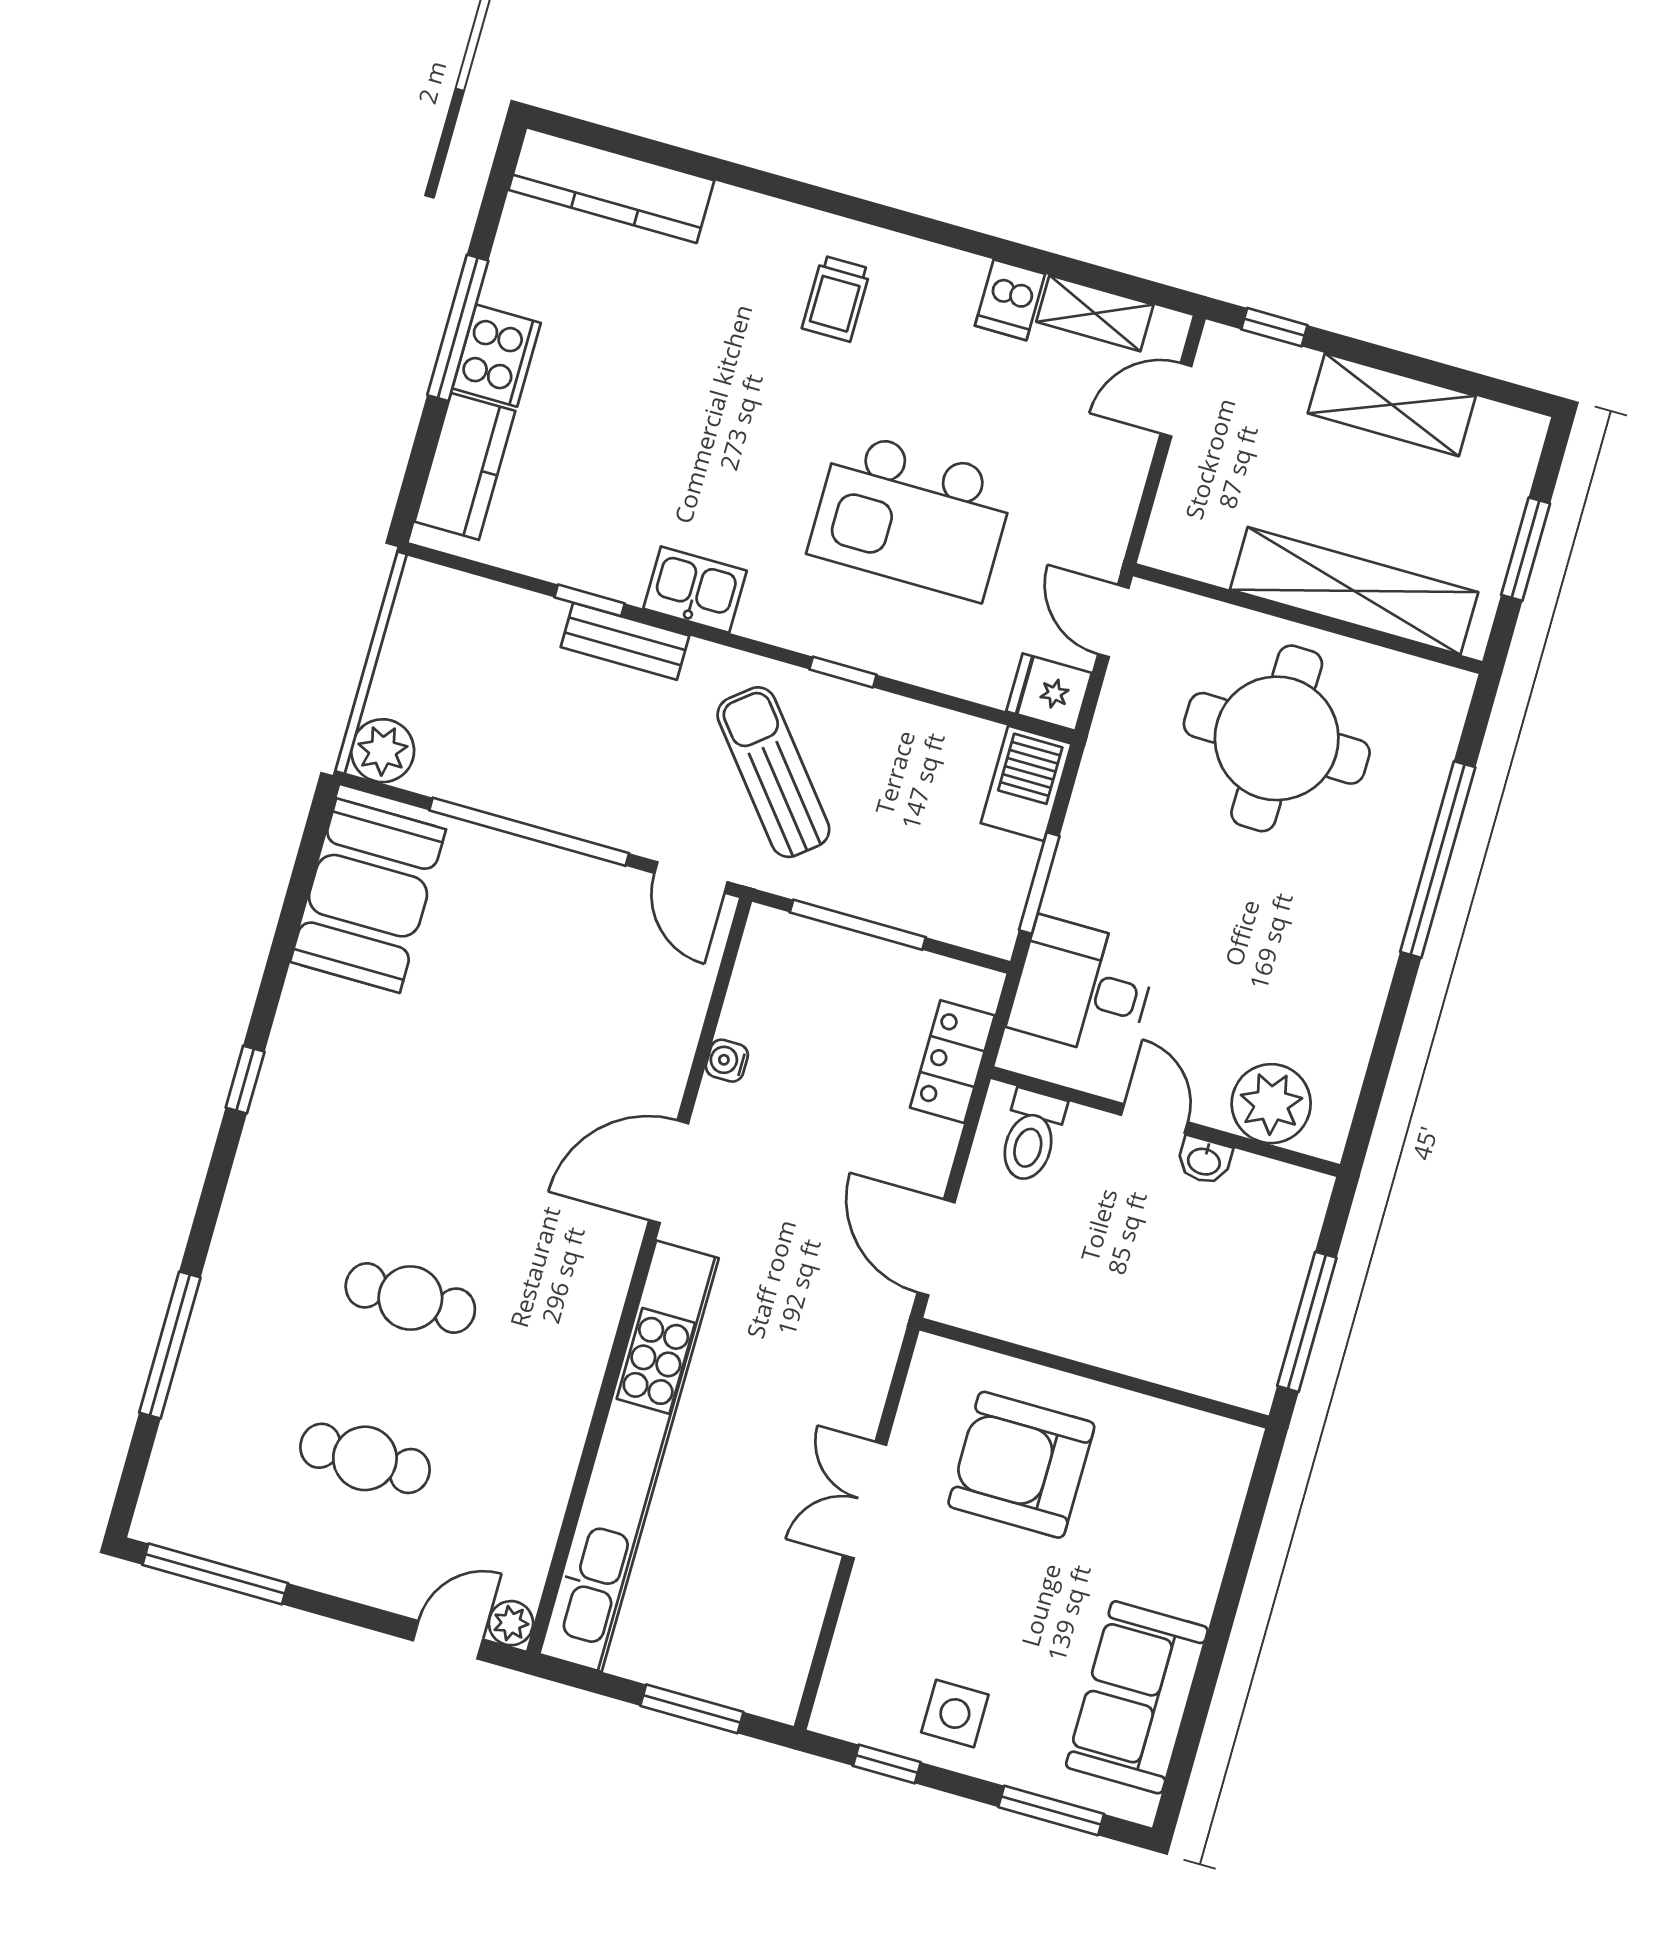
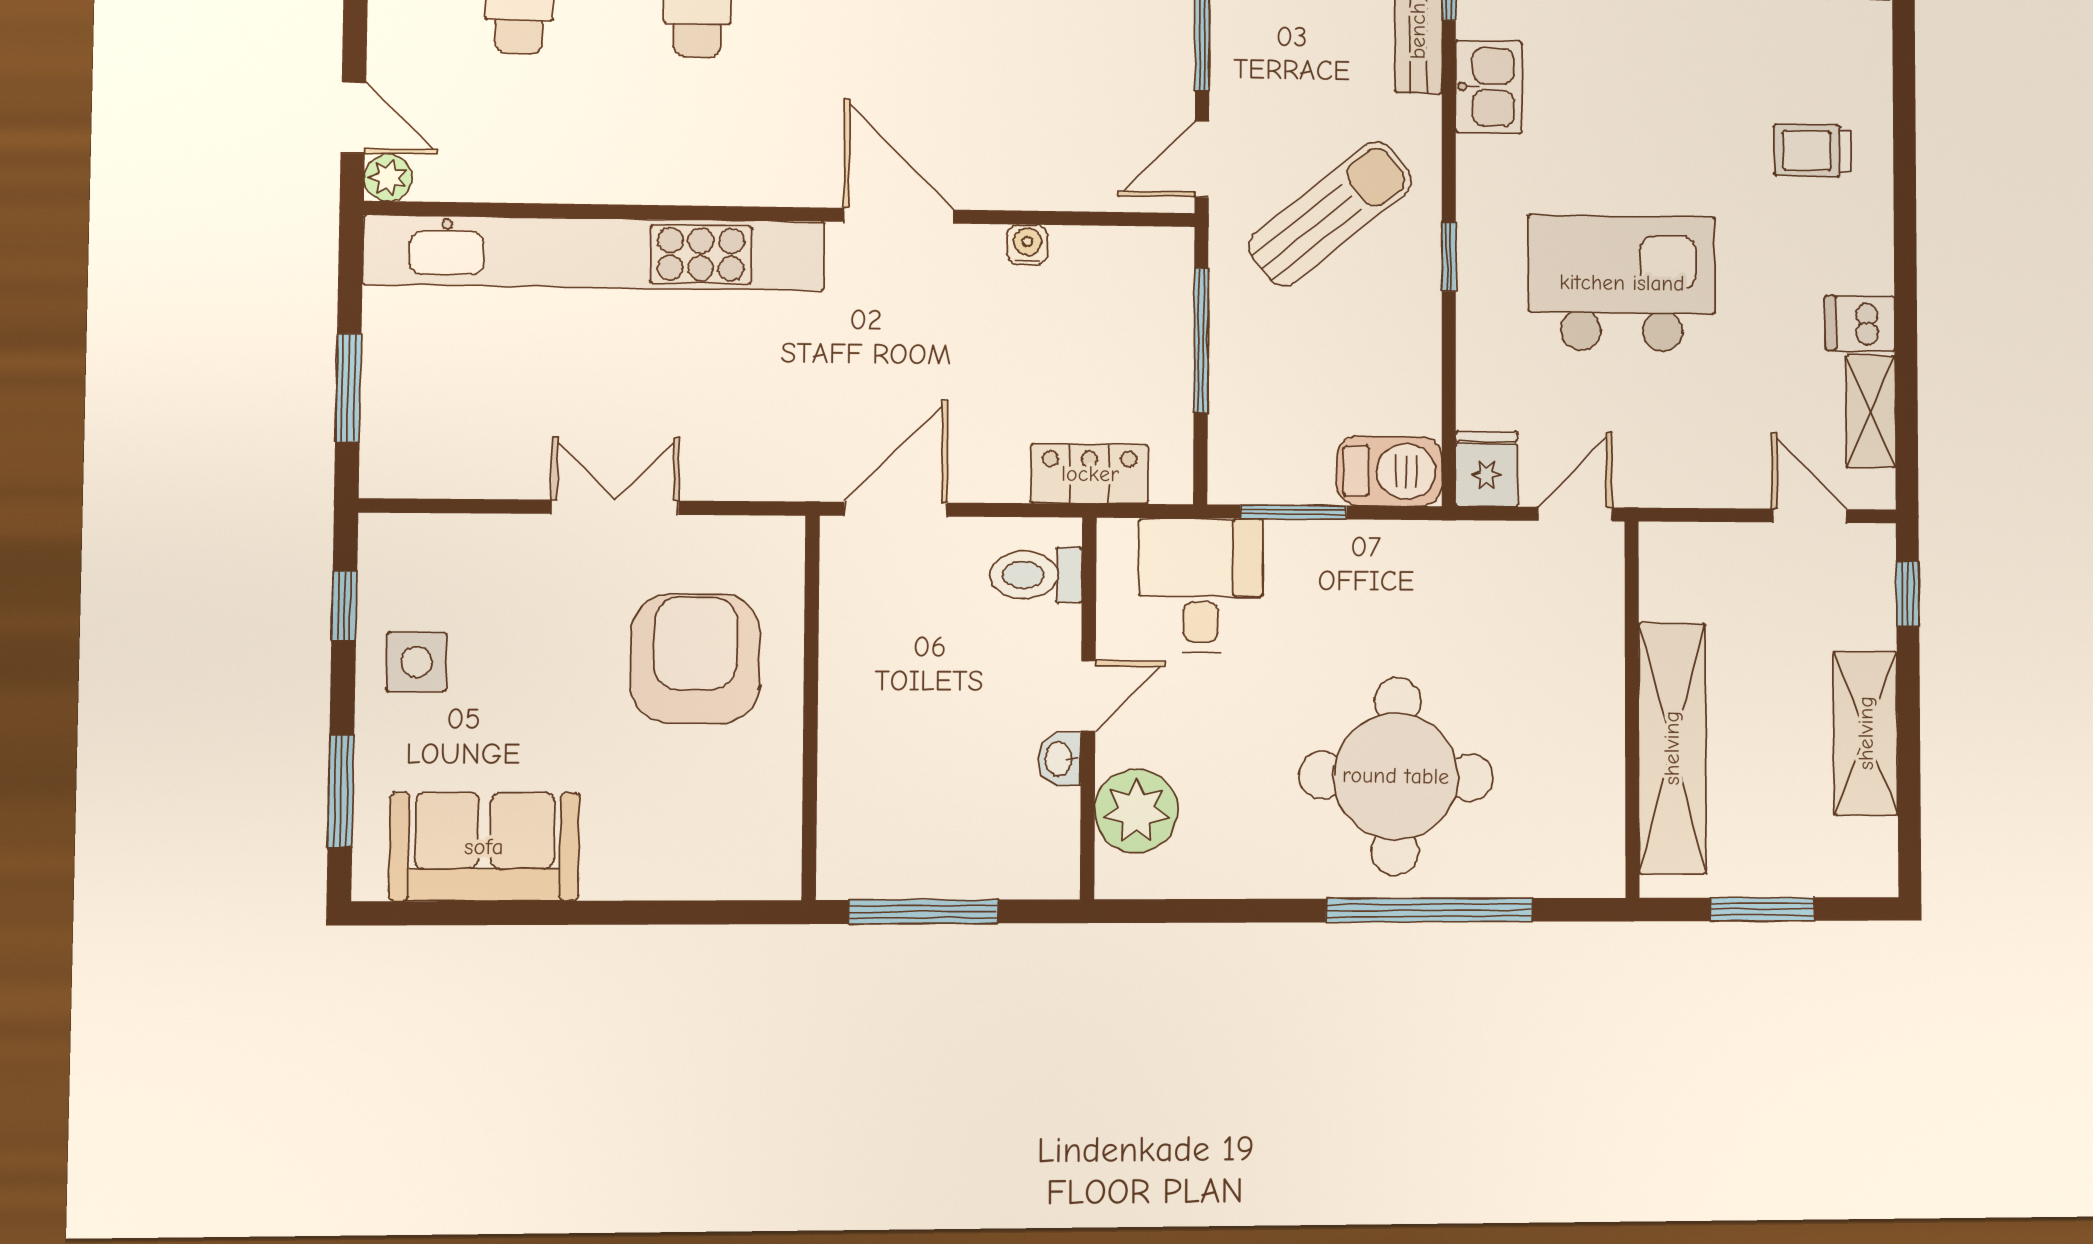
kitchen island: (912, 516) -> (1622, 283), turned 90
round table: (1277, 738) -> (1396, 776), moved

